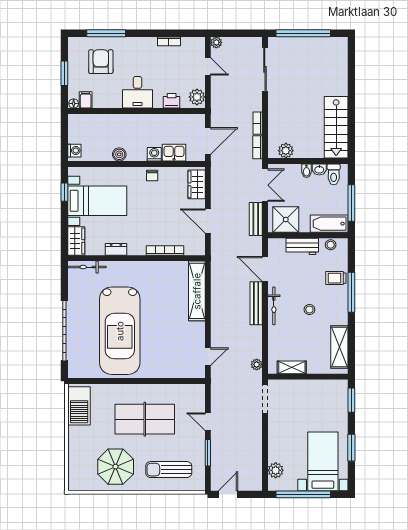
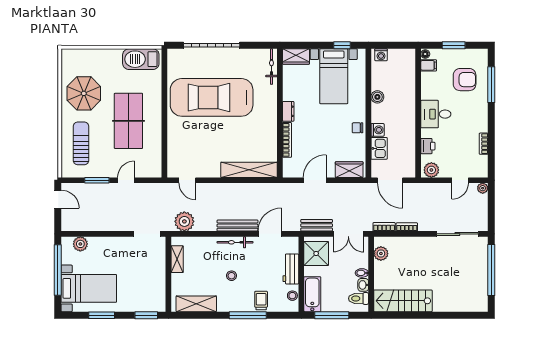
dresser: (116, 249) -> (288, 111), moved
plant: (257, 364) -> (184, 221), width x1.88, depth x1.88

